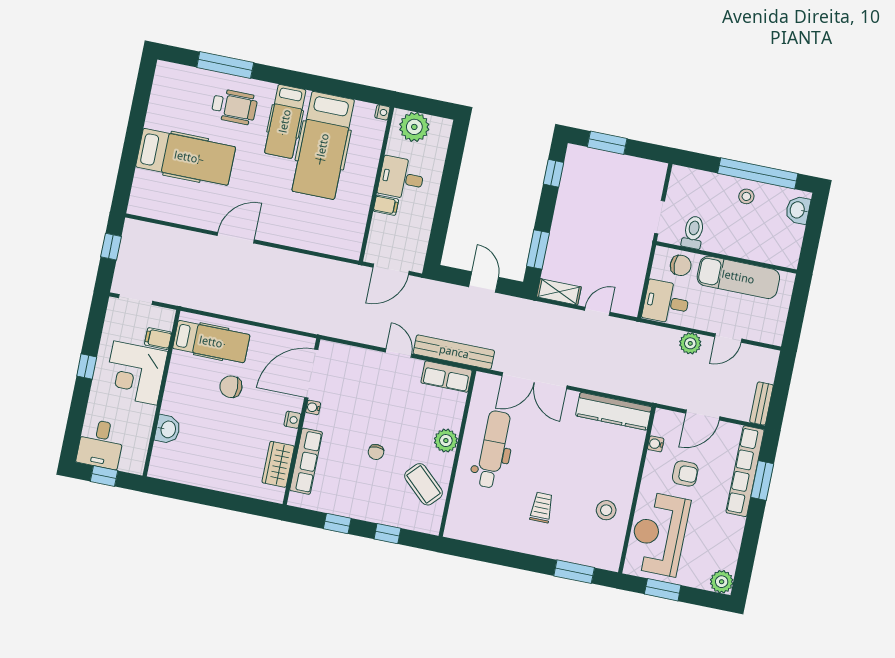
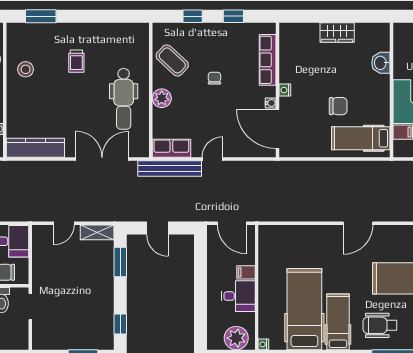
door: (391, 269) -> (232, 223), swing flipped
door: (399, 353) -> (213, 159), swing flipped
door: (311, 374) -> (277, 129), swing flipped
wardrobe: (278, 464) -> (337, 32), moved, turned 90

